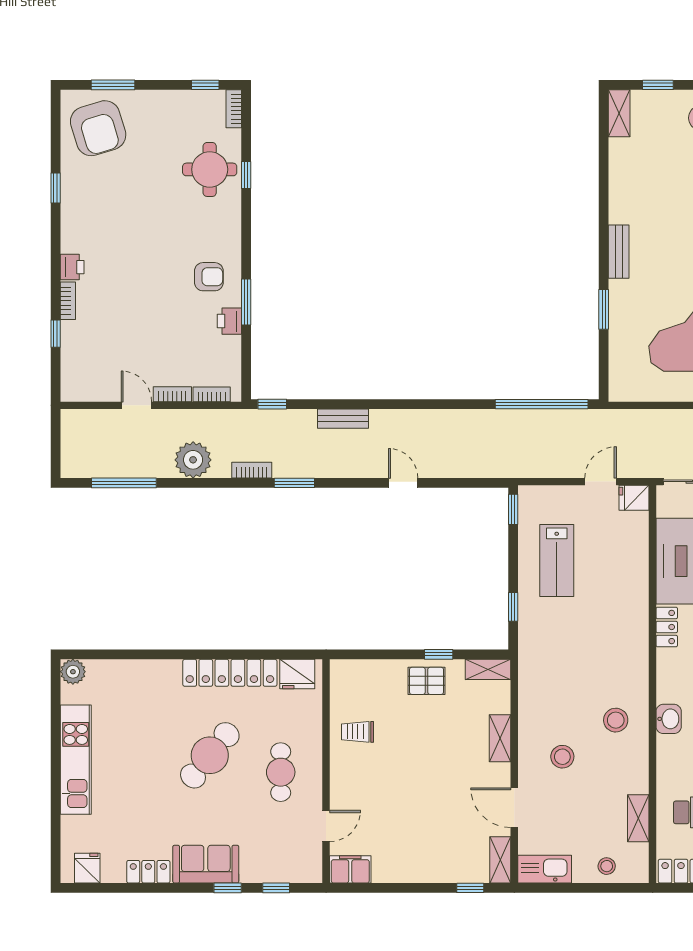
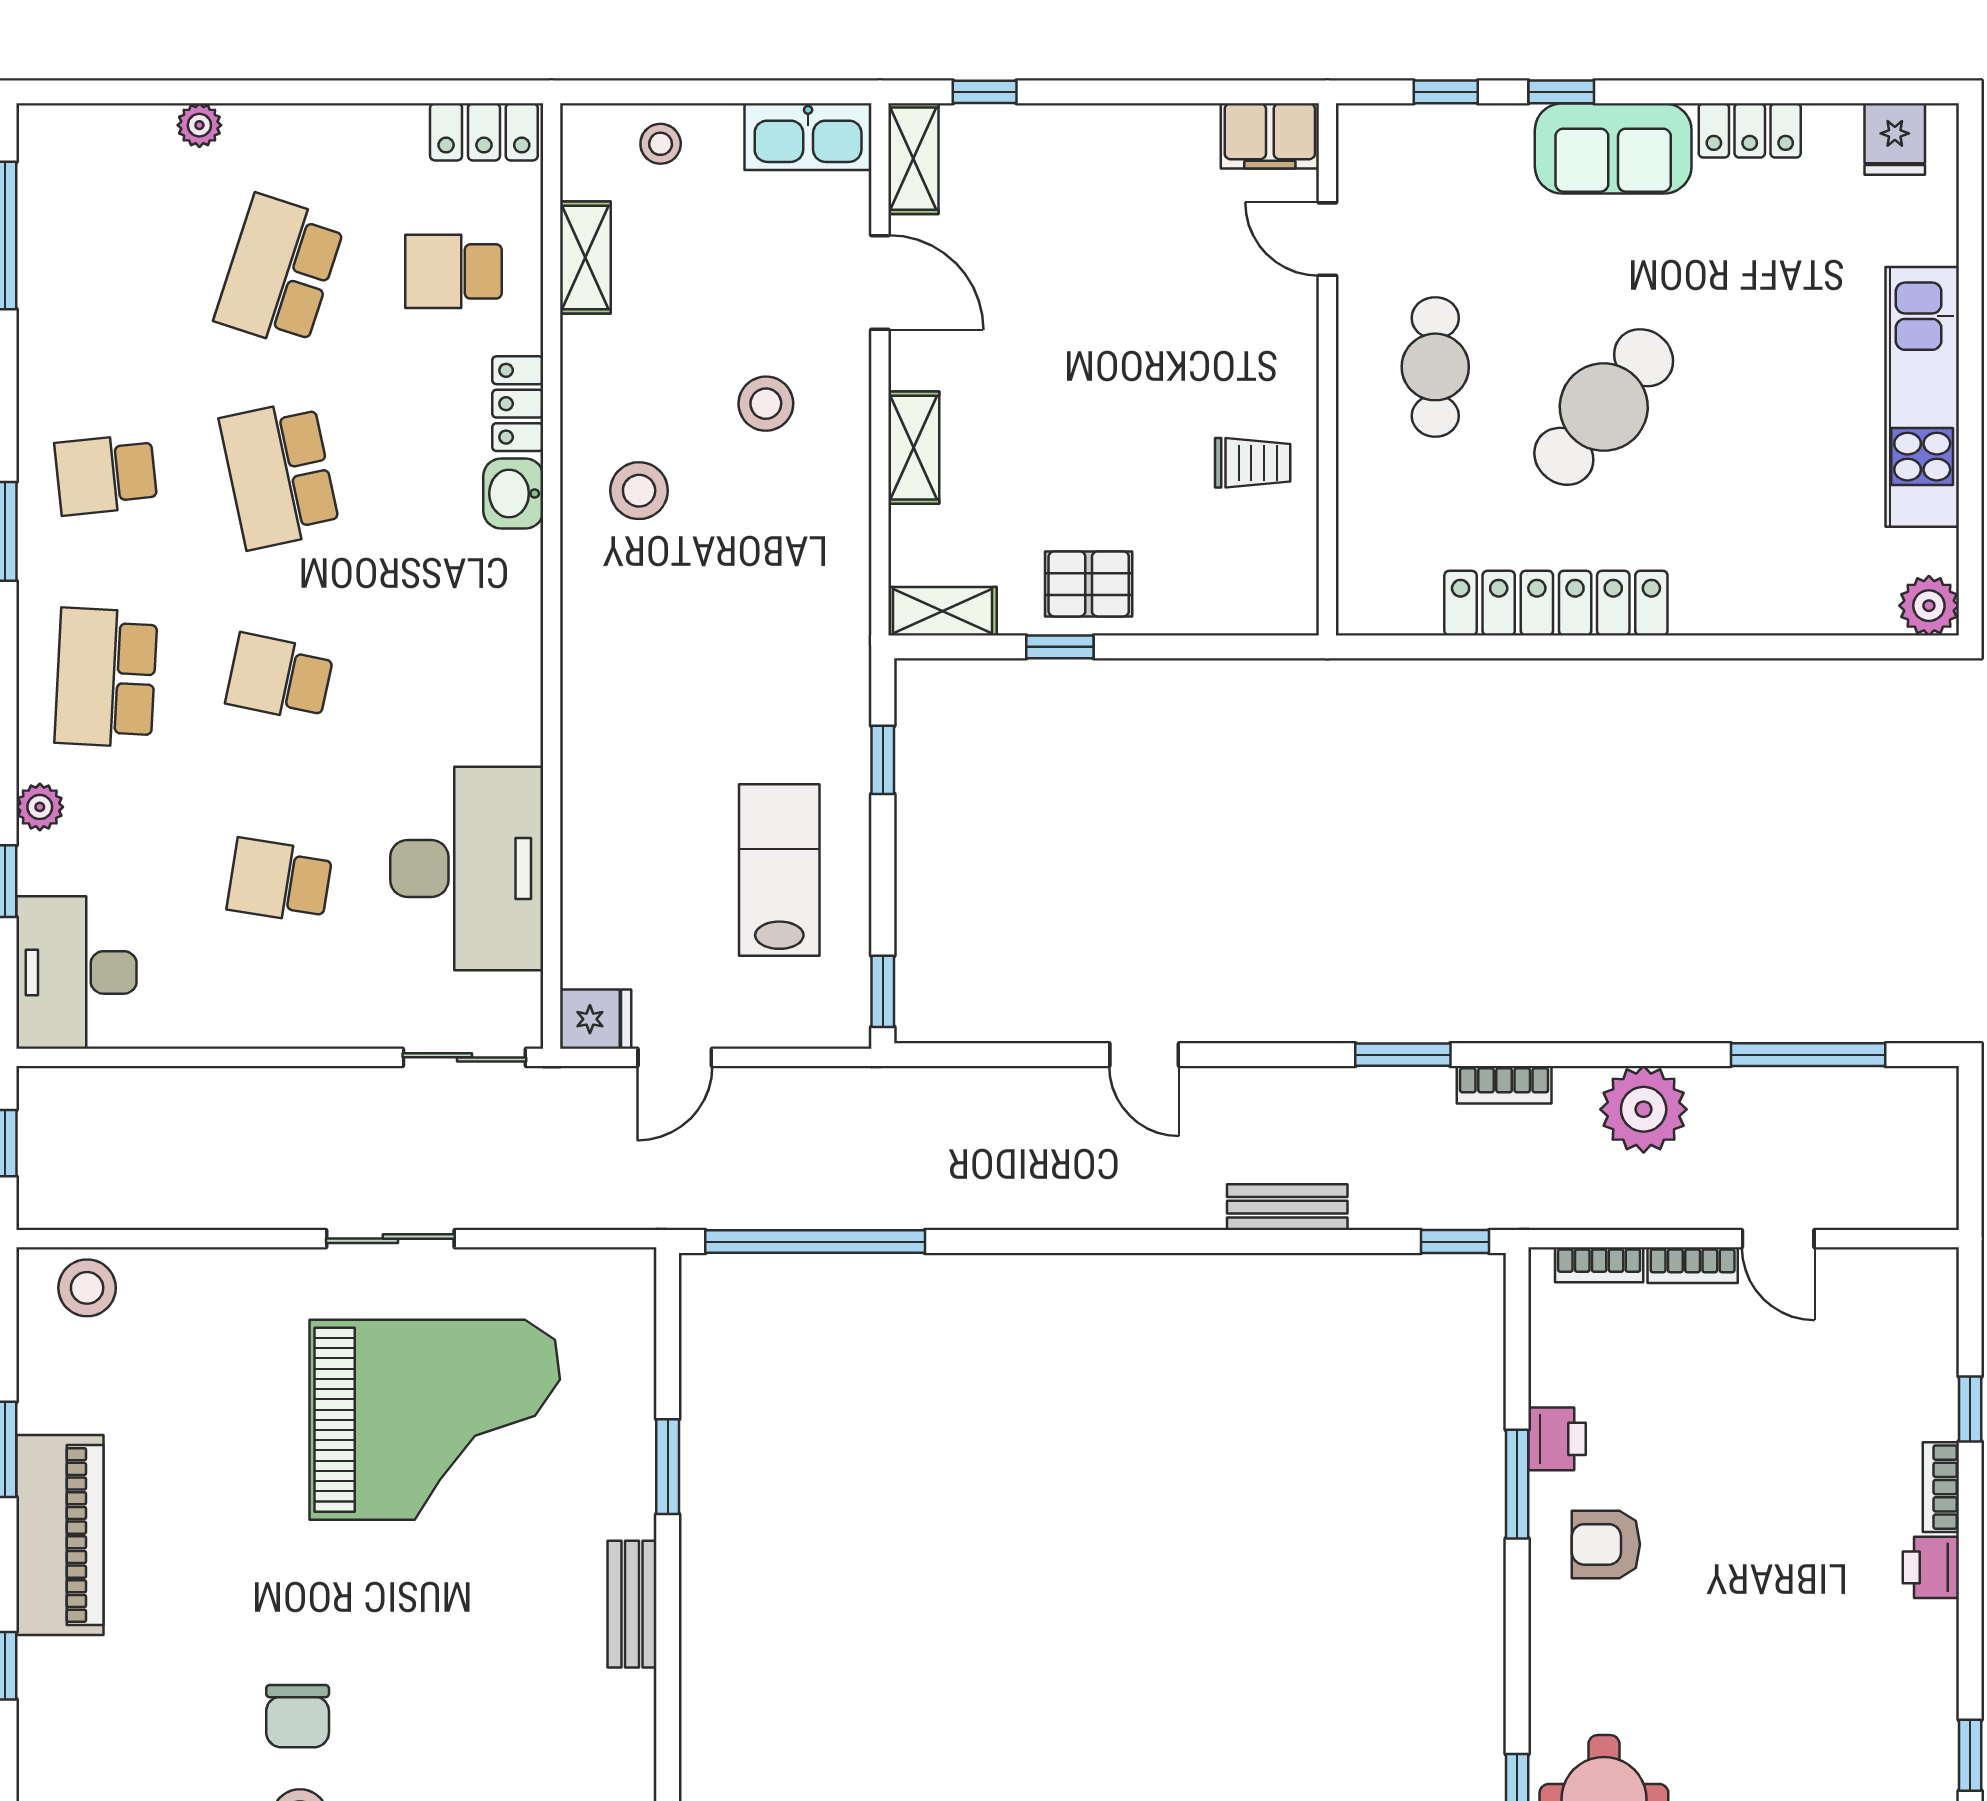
locker: (667, 627) -> (518, 404), moved
fridge: (297, 674) -> (1396, 600), removed
door: (326, 826) -> (1327, 239), hinge flipped

